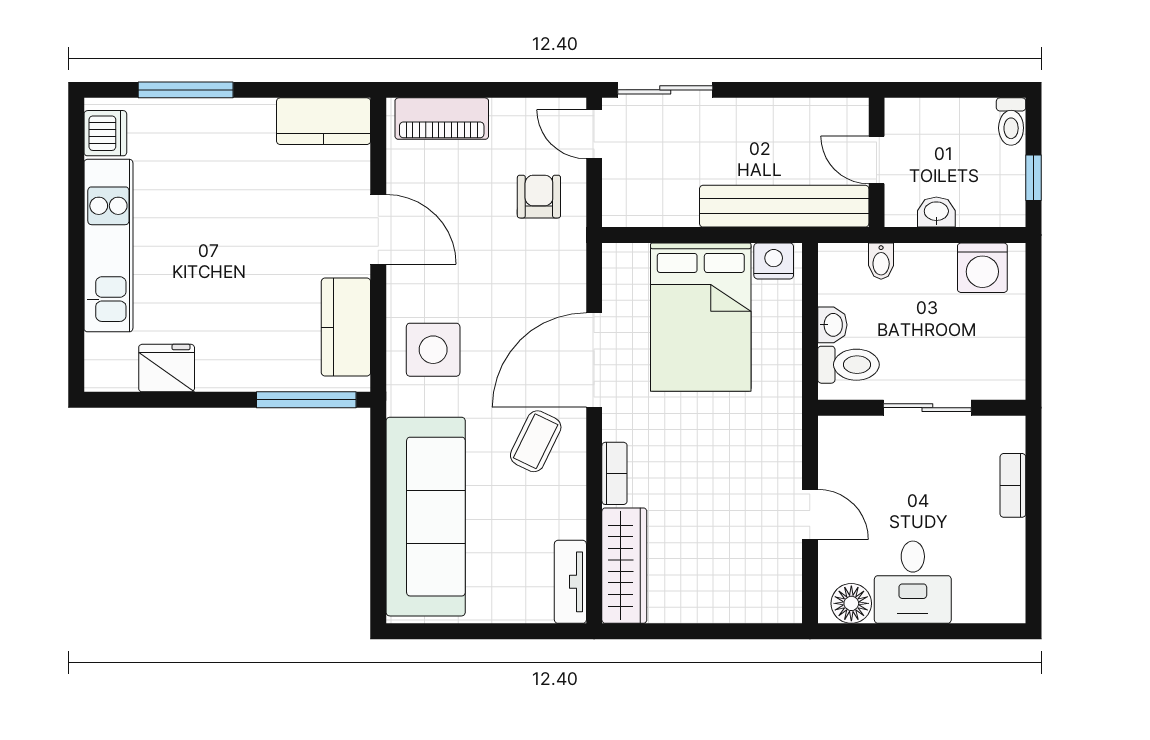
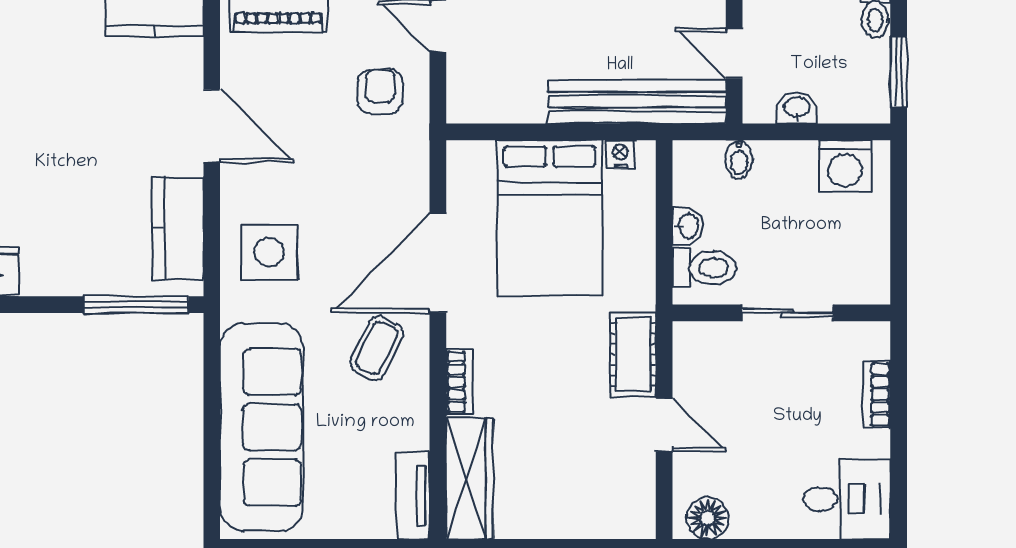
window: (1034, 178) -> (899, 72), width x1.50
nightstand: (774, 261) -> (620, 154), width x0.72, depth x0.74
cot: (780, 447) -> (633, 354), added
desk: (913, 582) -> (847, 499), moved, turned -90

